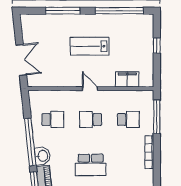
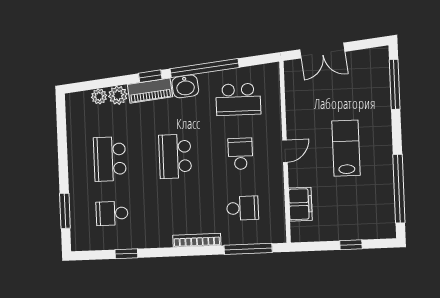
window: (63, 11) -> (395, 84), moved
school desk: (53, 120) -> (238, 99), width x1.85
school desk: (128, 120) -> (243, 208), turned -90

